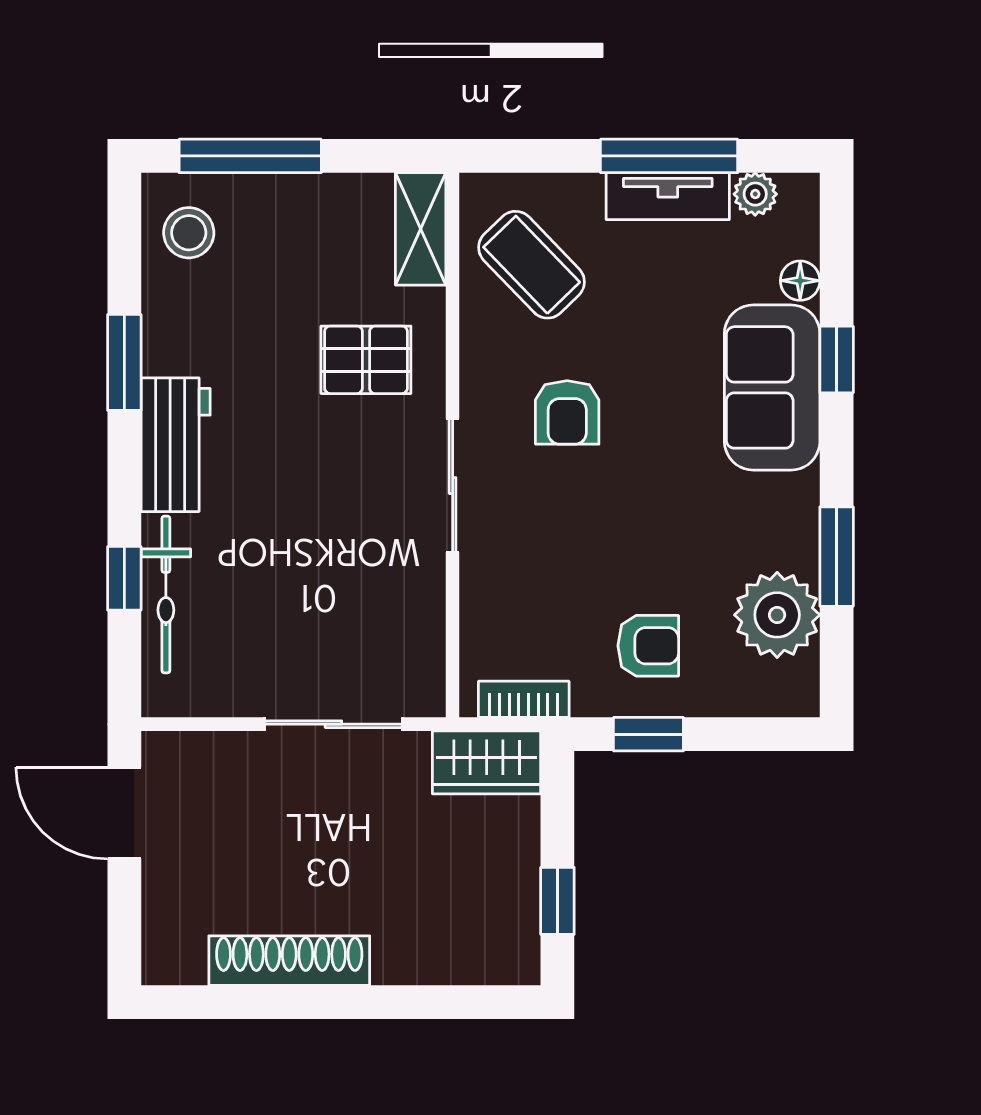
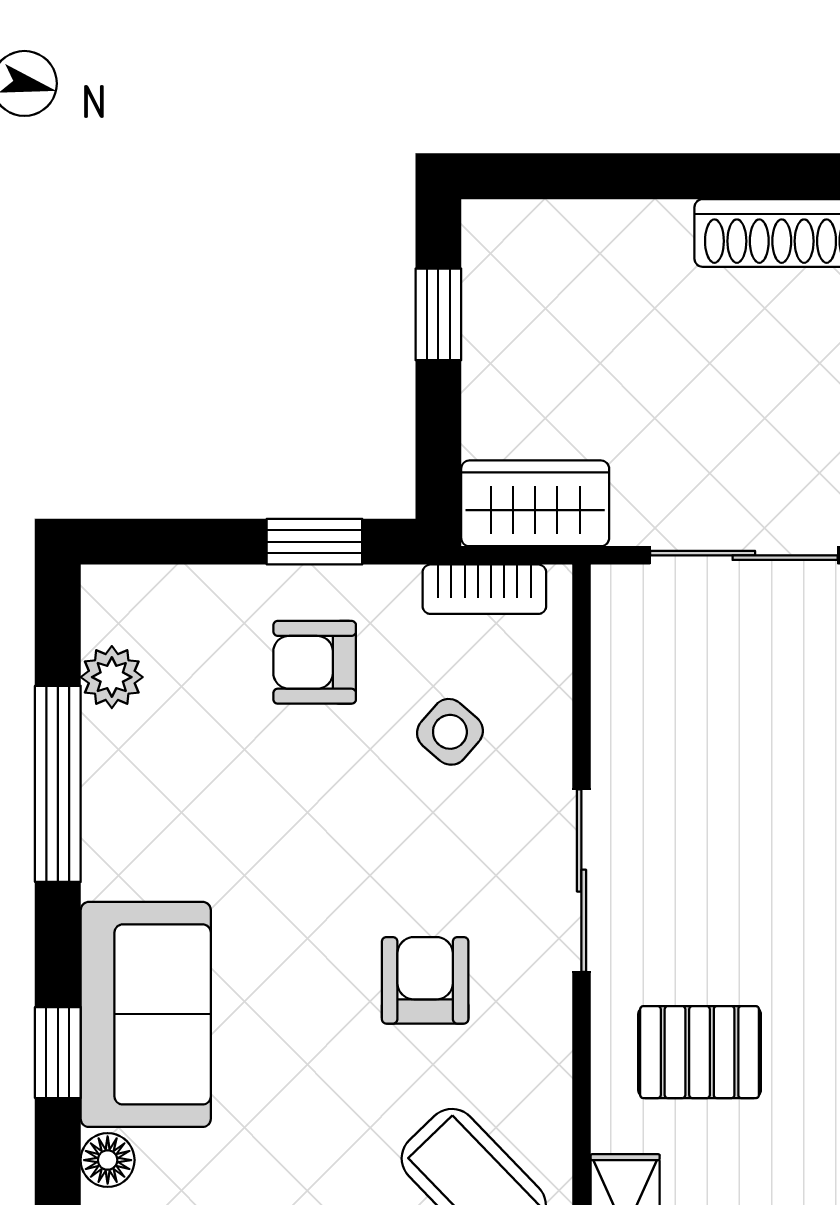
window: (837, 557) -> (58, 784), width x1.44
side table: (549, 595) -> (450, 732), added
plant: (777, 615) -> (112, 677), width x0.53, depth x0.53

